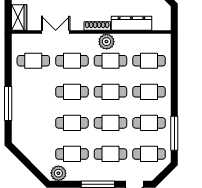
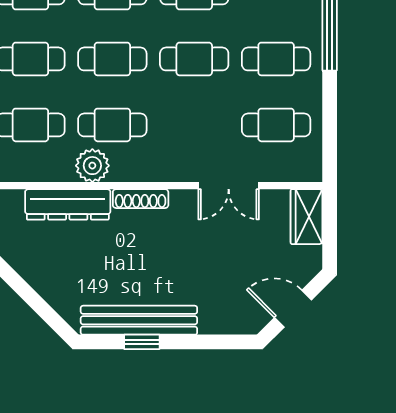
plant: (106, 42) -> (92, 166), moved
cafe table: (72, 61) -> (276, 59), moved

